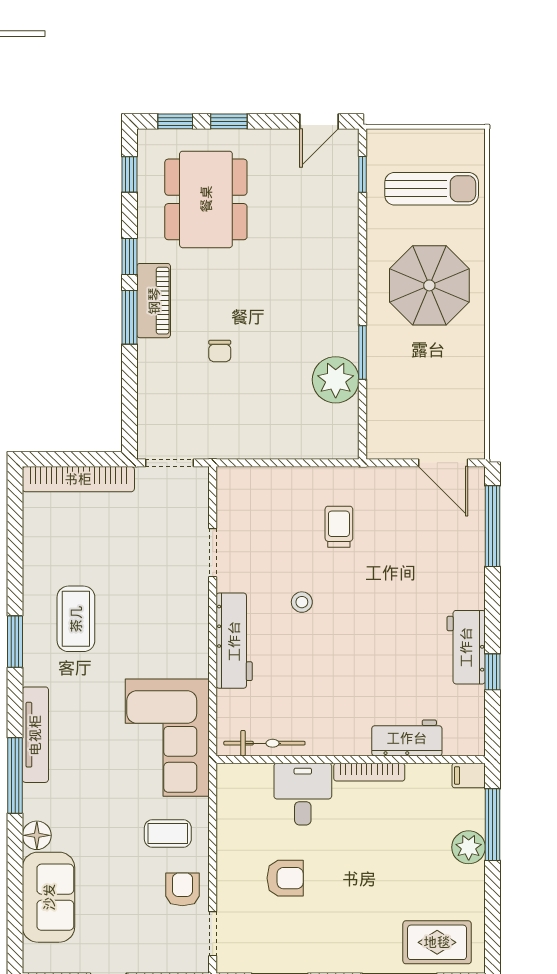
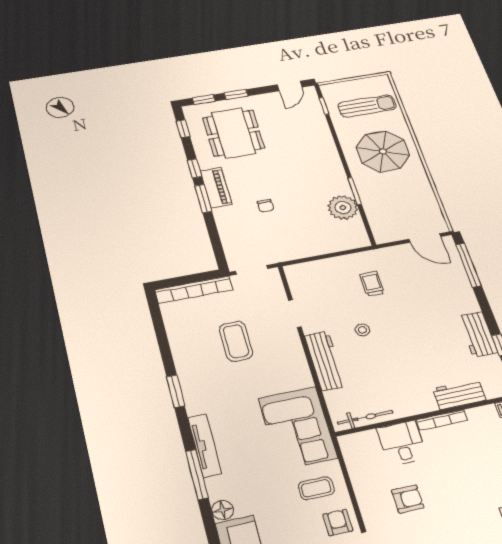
coffee table: (76, 619) -> (236, 341), moved

